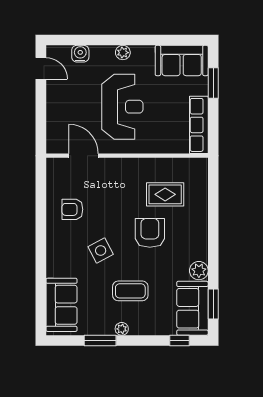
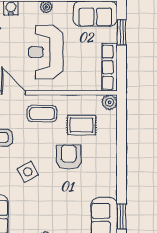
reception desk: (122, 107) -> (46, 52), turned 180
plant: (199, 271) -> (109, 102), moved
coffee table: (130, 291) -> (42, 114), moved

